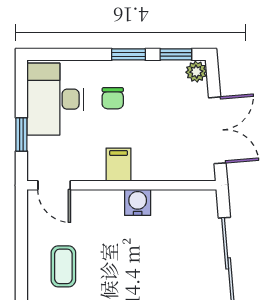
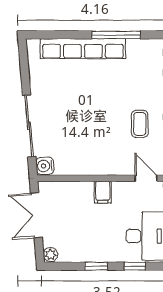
window: (176, 54) -> (135, 266), moved
chair: (113, 98) -> (107, 237), removed
water cooler: (138, 202) -> (45, 166), moved, turned 85

